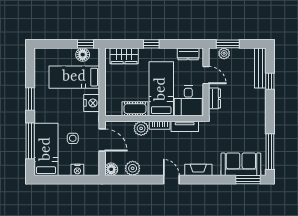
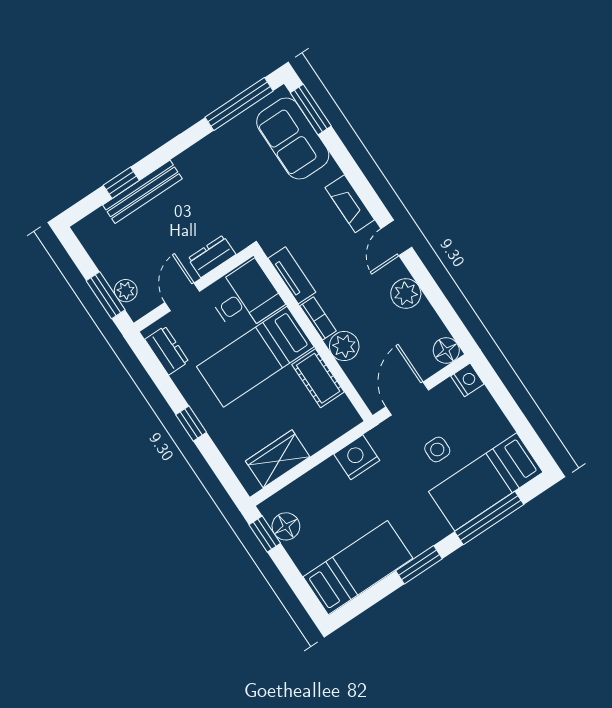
wardrobe: (124, 56) -> (278, 459), moved, turned -90
bench: (260, 68) -> (143, 192), moved
bed: (74, 77) -> (358, 568), moved, turned -90
plant: (133, 168) -> (406, 294), moved
nightstand: (77, 170) -> (467, 380), moved

